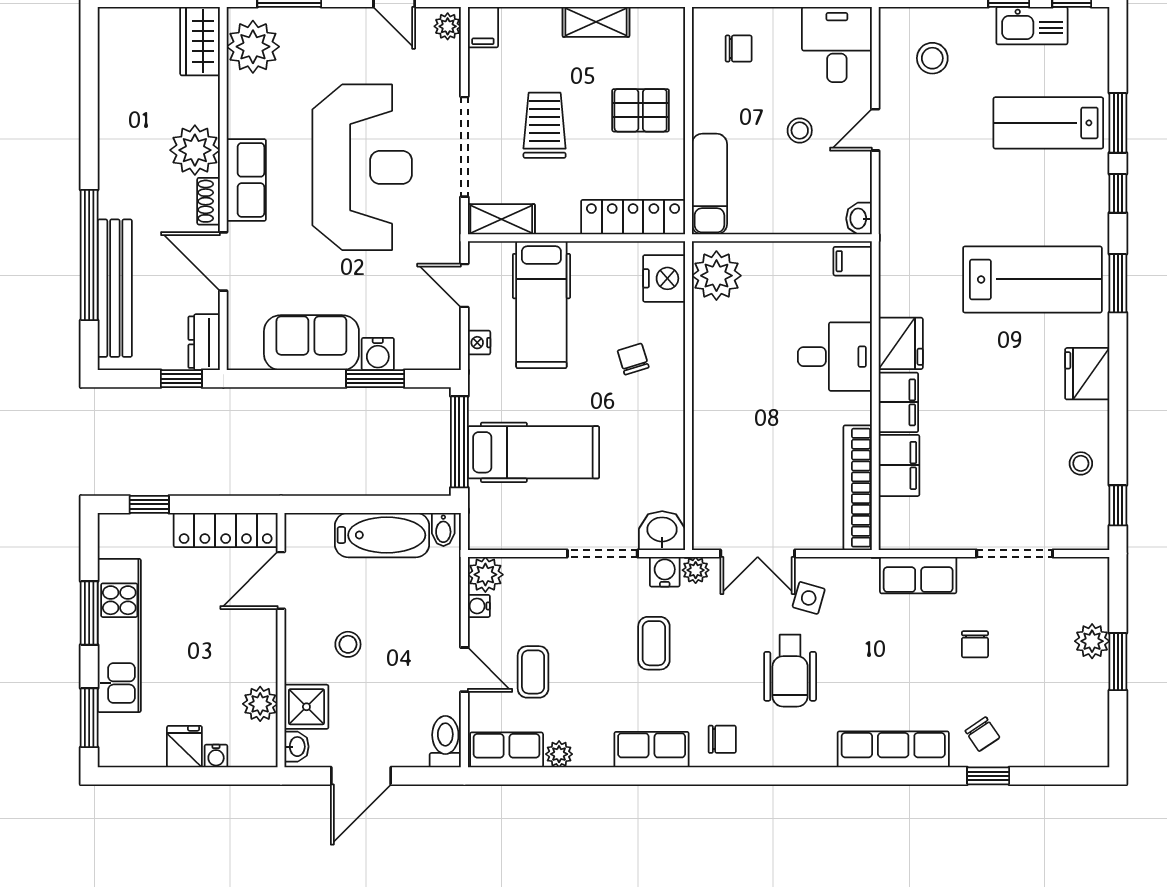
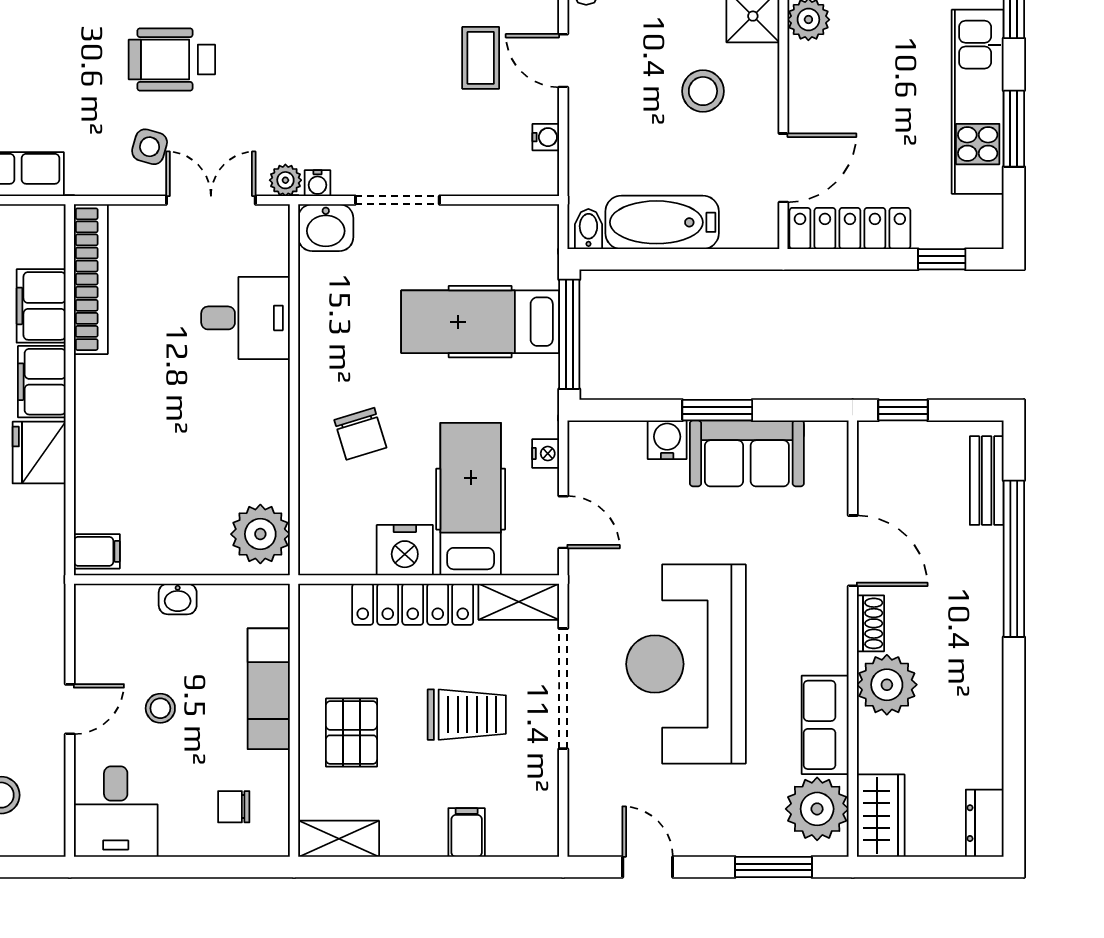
shelving: (596, 22) -> (339, 839), moved
plant: (448, 26) -> (583, 833), removed
filing cabinet: (483, 27) -> (467, 832), moved
pallet: (641, 110) -> (351, 733), turned 90
trolley: (545, 125) -> (467, 715), turned -90
row of seats: (246, 180) -> (825, 725), moved
exam couch: (709, 184) -> (269, 689), moved
locker: (633, 217) -> (413, 604), moved
washbasin: (859, 219) -> (178, 599), moved, turned 90
nightstand: (664, 278) -> (405, 550), moved, turned -90
bench: (115, 288) -> (987, 481), width x0.54, depth x0.82
dresser: (204, 342) -> (985, 823), moved, turned 180
desk: (835, 357) -> (246, 318), moved, turned 180
chair: (633, 359) -> (360, 434), width x1.37, depth x1.37
window: (375, 379) -> (717, 410), moved
water cooler: (665, 572) -> (318, 183), width x0.72, depth x0.72
plant: (485, 575) -> (538, 175), removed
coffee table: (654, 643) -> (336, 92), removed
stool: (348, 644) -> (703, 91), width x1.37, depth x1.37
wheelchair: (790, 671) -> (172, 60), turned -90

